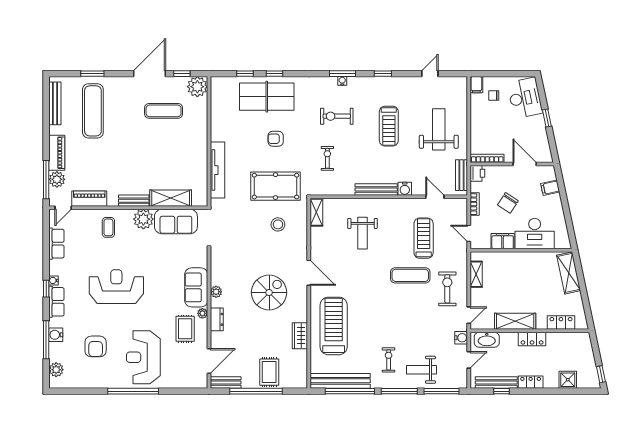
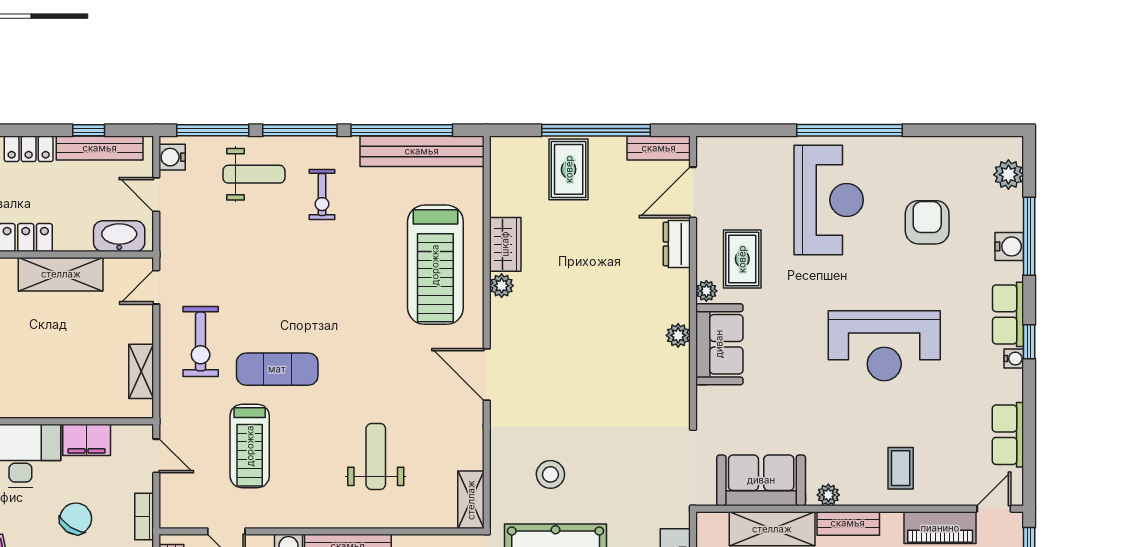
plant: (143, 219) -> (828, 495), width x0.53, depth x0.53
spiral stairs: (269, 293) -> (569, 334), removed
plant: (302, 316) -> (502, 286), added
dresser: (217, 319) -> (677, 244), moved
water cooler: (461, 338) -> (172, 157), moved
door: (469, 360) -> (156, 195), hinge flipped

